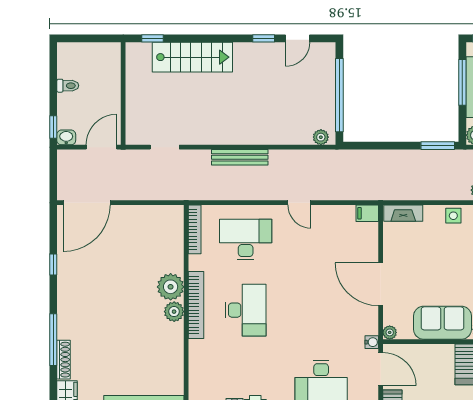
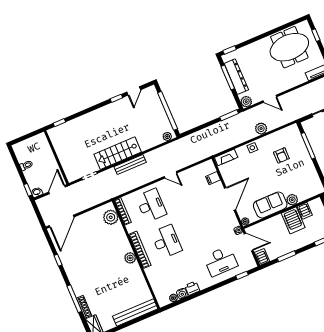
stairs: (192, 57) -> (118, 153), moved, turned 180
filing cabinet: (367, 213) -> (213, 178), moved
desk: (246, 240) -> (151, 205), turned 90
door: (381, 284) -> (230, 199), swing flipped
plant: (171, 287) -> (111, 217), moved

